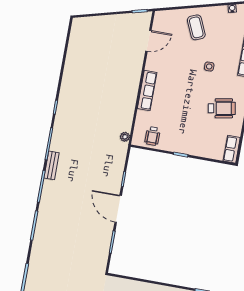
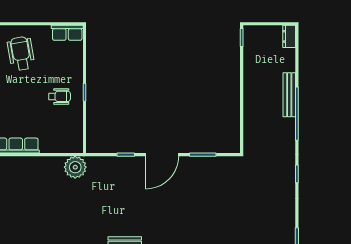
wheelchair: (153, 136) -> (60, 96), moved
plant: (125, 137) -> (75, 167), width x1.87, depth x1.87

